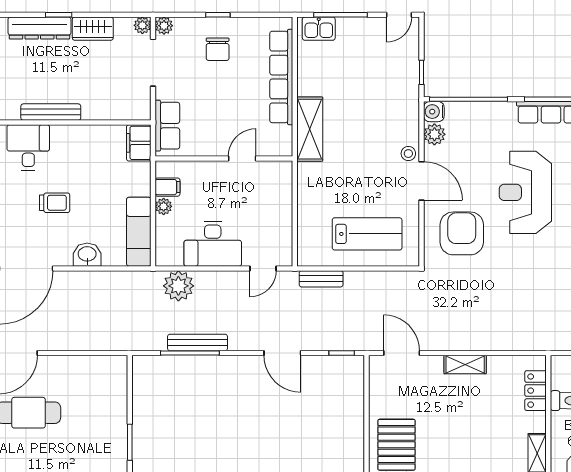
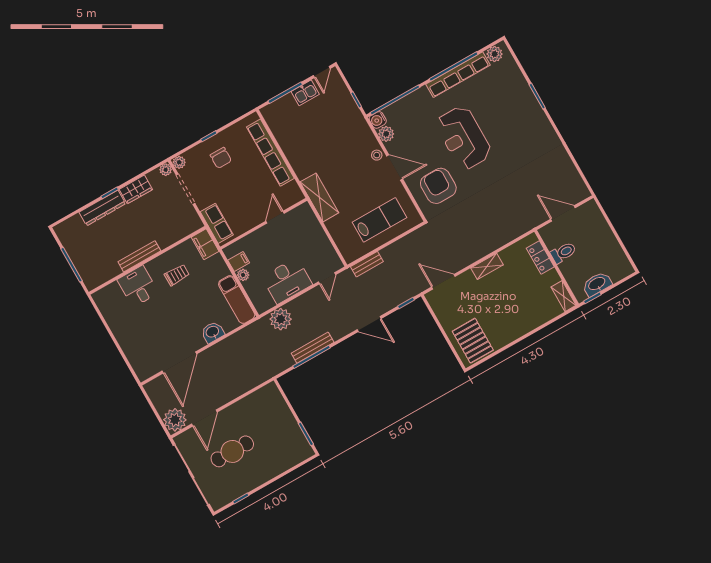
kitchen sink: (319, 29) -> (305, 93), moved
shelving: (310, 129) -> (319, 197), moved
trolley: (55, 203) -> (177, 275), moved

